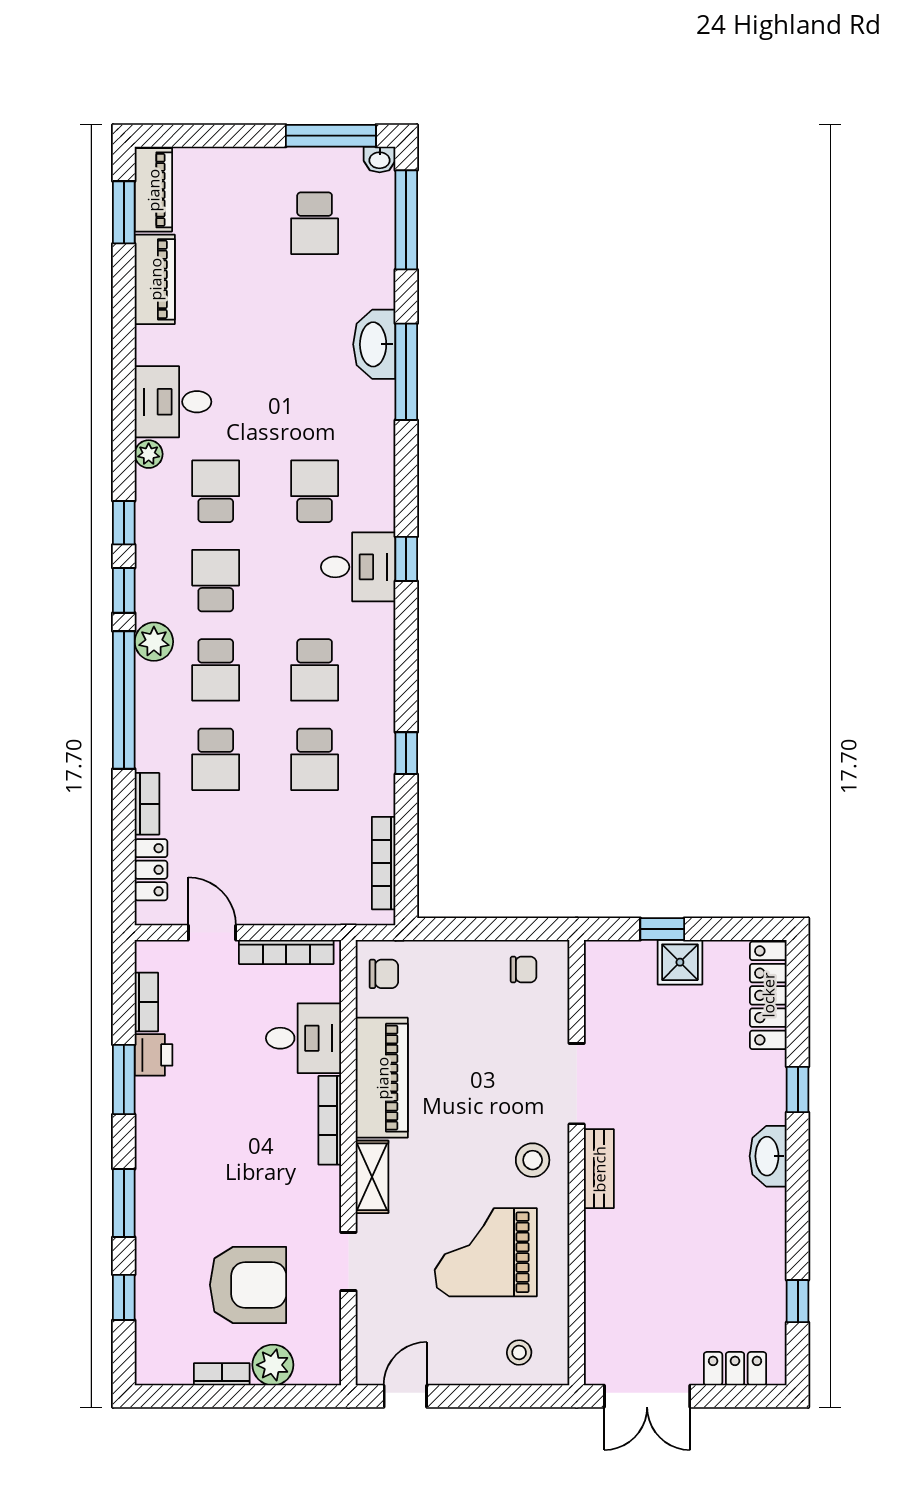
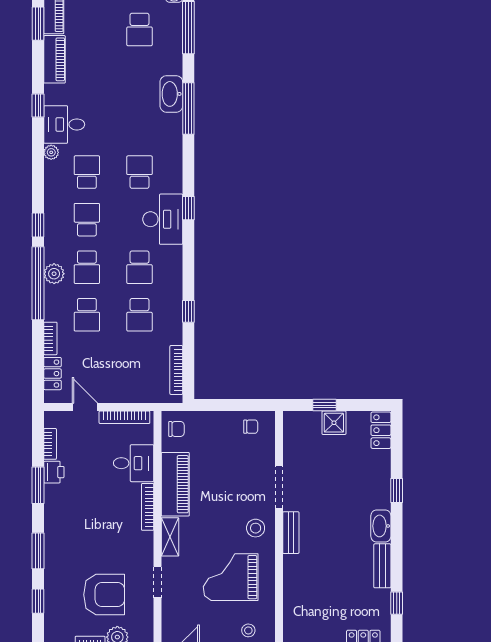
window: (124, 523) -> (38, 105), moved
desk: (358, 567) -> (163, 219), width x1.37
plant: (154, 642) -> (54, 274), moved
locker: (768, 995) -> (381, 430), width x0.66
bench: (771, 1231) -> (382, 566), added

